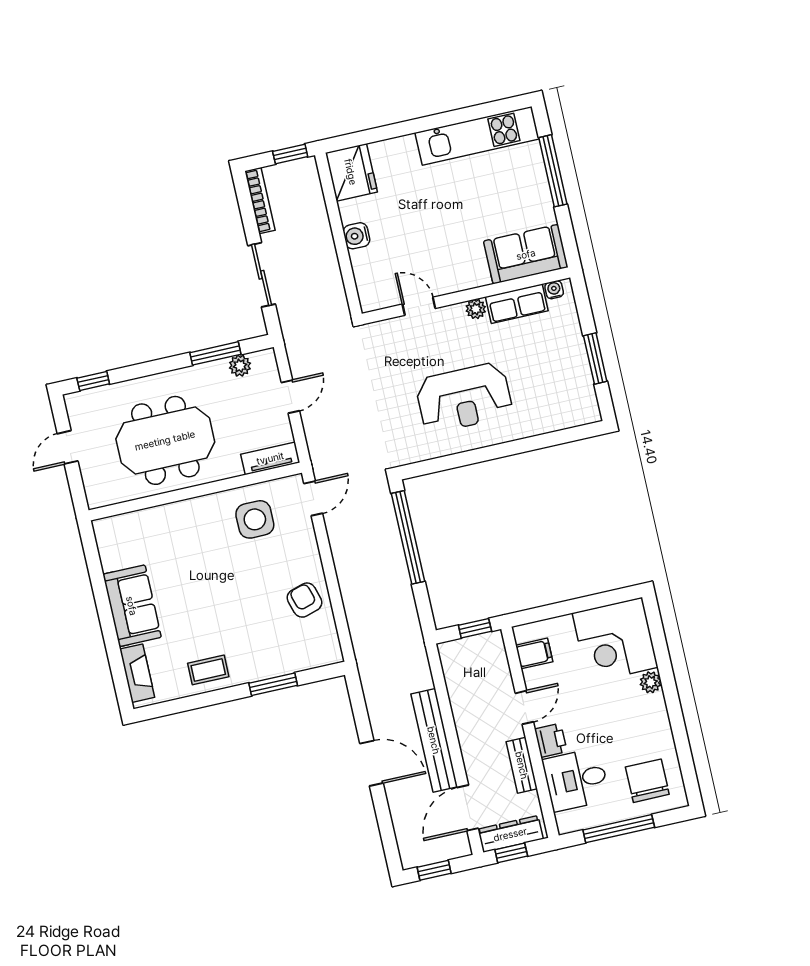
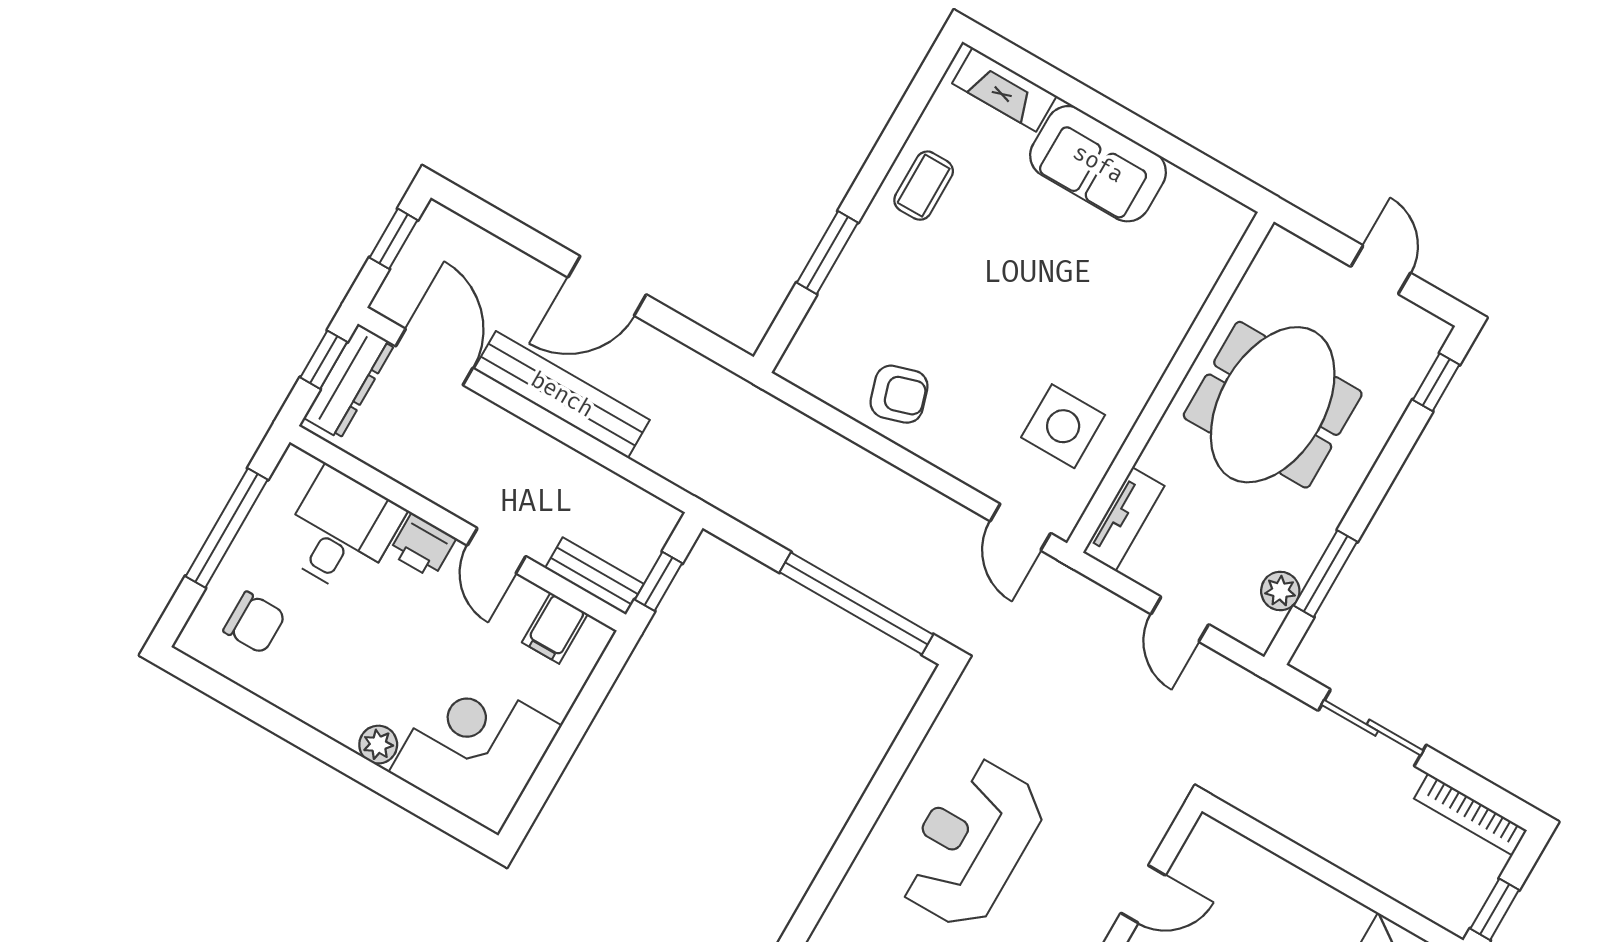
water cooler: (356, 236) -> (1309, 898), removed
bench: (522, 765) -> (594, 576), moved
chair: (647, 781) -> (254, 623), width x0.73, depth x0.73

